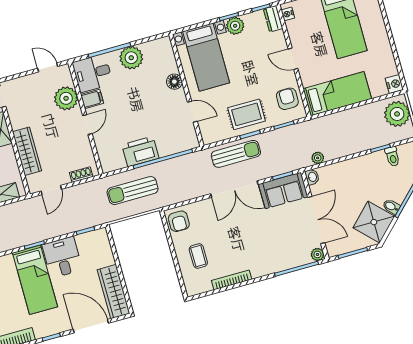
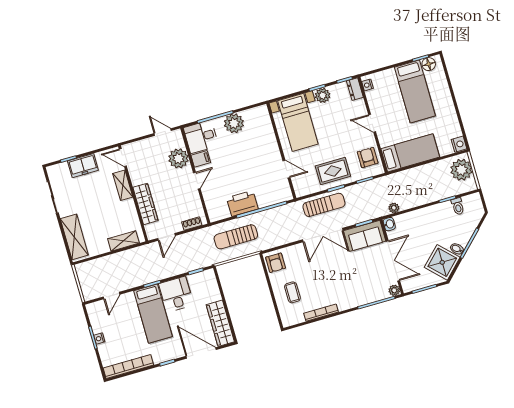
floor lamp: (174, 82) -> (271, 144), removed

